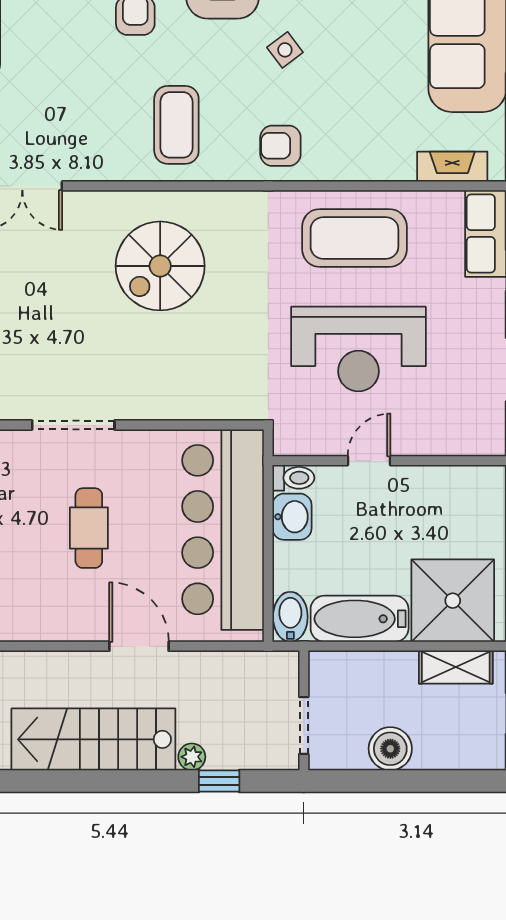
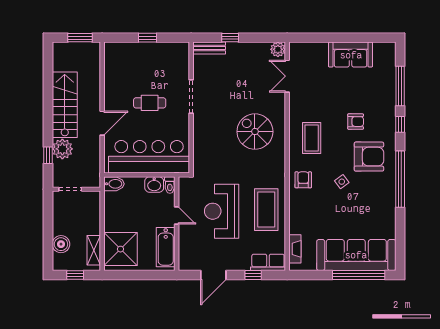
coffee table: (176, 125) -> (312, 138), turned 90
bathtub: (360, 619) -> (166, 247), moved, turned 180
boiler: (390, 749) -> (61, 244), moved
plant: (192, 757) -> (62, 149), width x1.88, depth x1.88

